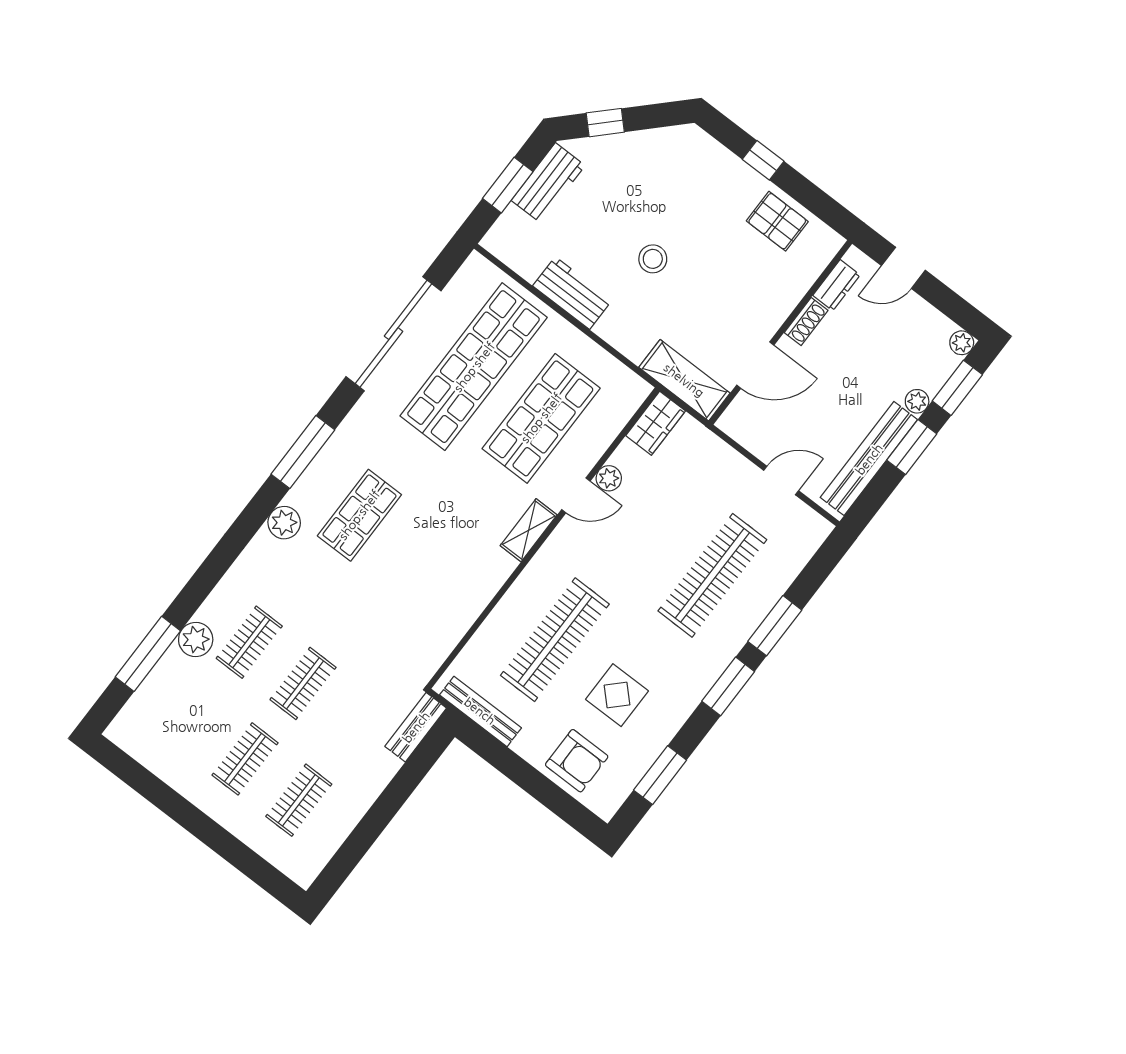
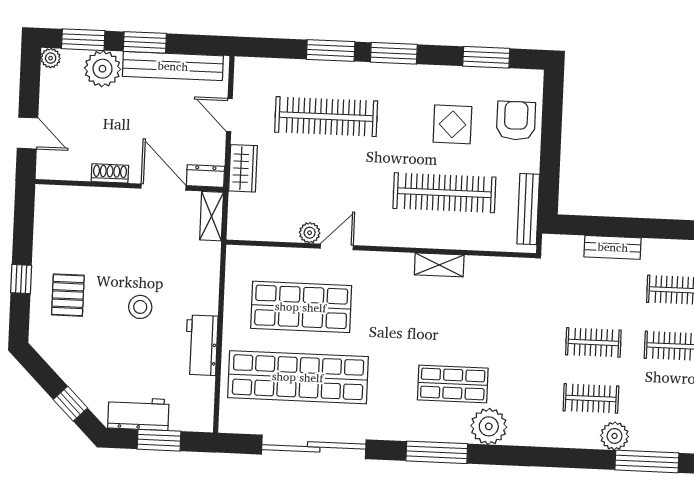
pallet: (777, 221) -> (68, 295), moved
dresser: (836, 285) -> (205, 176), moved
shelving: (684, 380) -> (212, 216), width x0.67, depth x0.75
plant: (917, 401) -> (102, 69), width x1.87, depth x1.87
wardrobe: (656, 423) -> (243, 168), moved, turned 90
door: (576, 495) -> (337, 247), hinge flipped
plant: (284, 523) -> (489, 426), width x1.36, depth x1.36
shelving: (529, 530) -> (439, 265), moved
bench: (416, 727) -> (613, 247), moved

